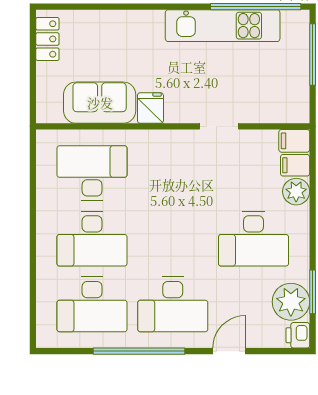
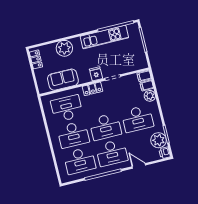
plant: (121, 29) -> (64, 48), added
fridge: (150, 108) -> (96, 74), moved
locker: (164, 142) -> (92, 89), added
desk: (173, 239) -> (105, 127), added
door: (229, 351) -> (139, 166), hinge flipped

